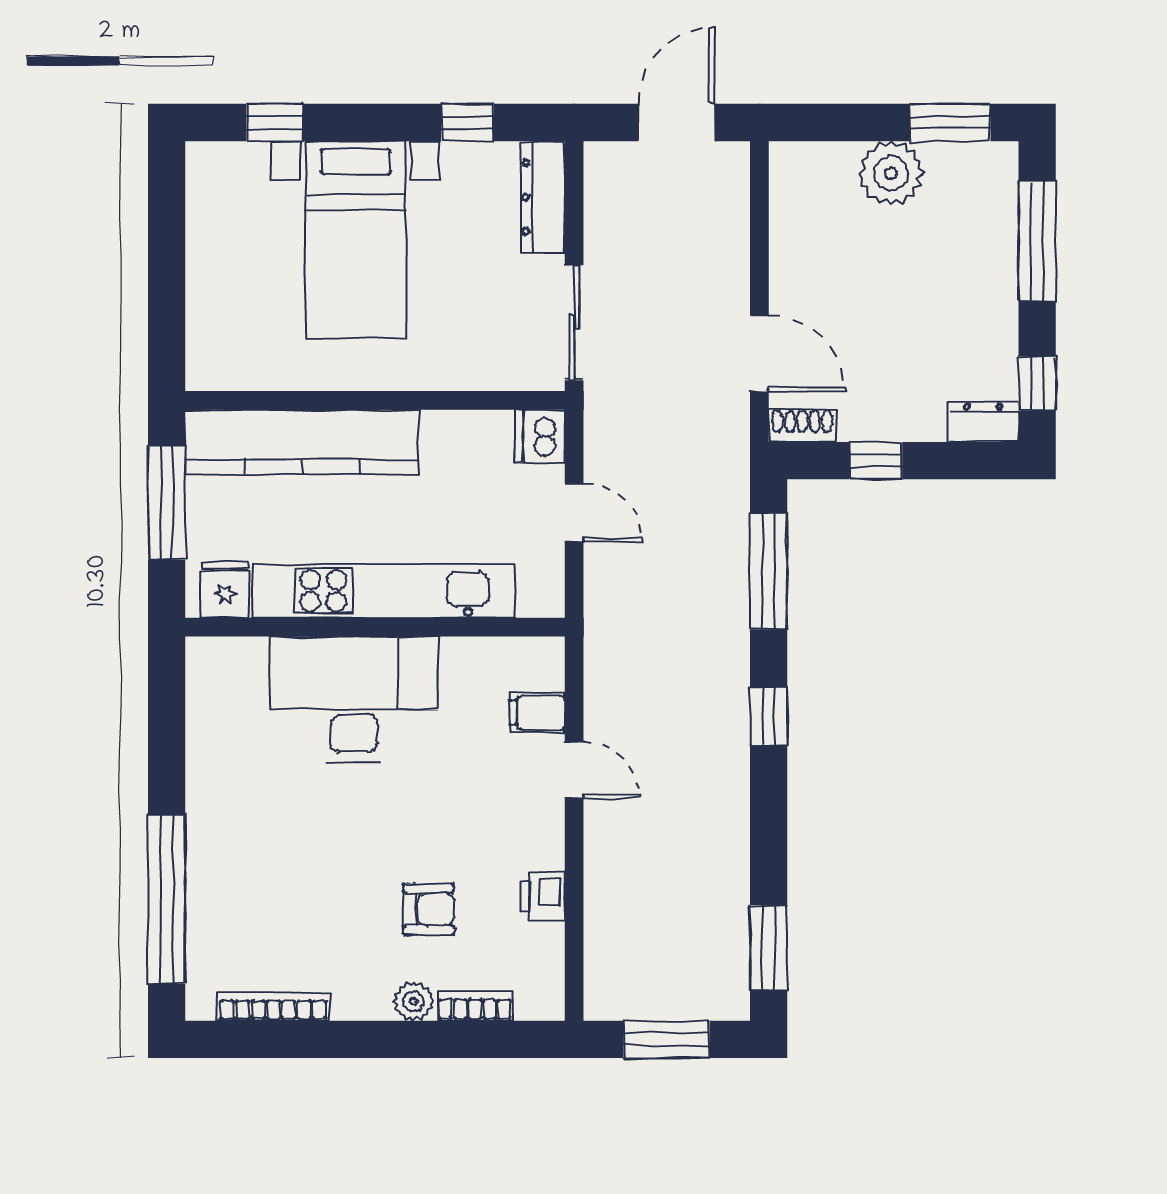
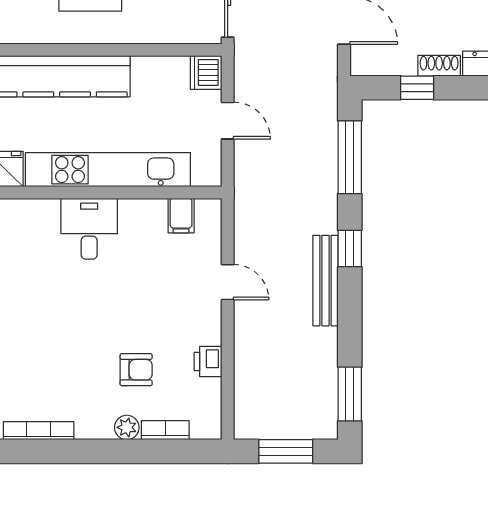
shoe rack: (802, 426) -> (439, 66), moved
desk: (354, 700) -> (89, 229), width x0.53, depth x0.77
filing cabinet: (537, 713) -> (181, 216), moved, turned -90
bench: (730, 767) -> (325, 281), added

